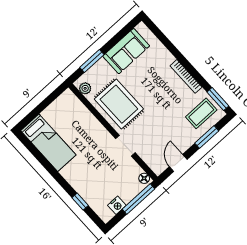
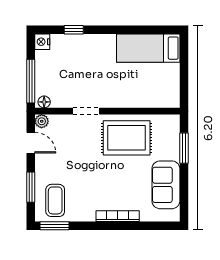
bookcase: (186, 76) -> (118, 216), moved
plant: (85, 88) -> (42, 121), moved
nightstand: (117, 205) -> (42, 42), moved

